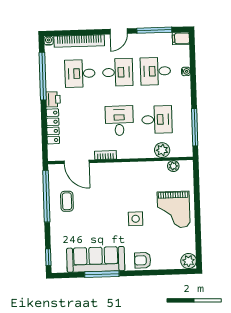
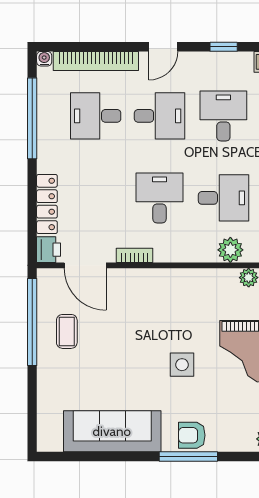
window: (154, 30) -> (224, 47), width x0.46
desk: (155, 71) -> (223, 116), turned 90
printer: (53, 99) -> (49, 250), moved
window: (48, 257) -> (32, 425), removed
window: (102, 274) -> (188, 457), moved

